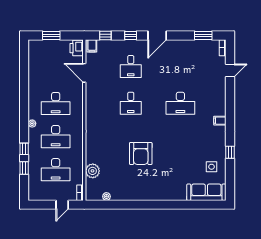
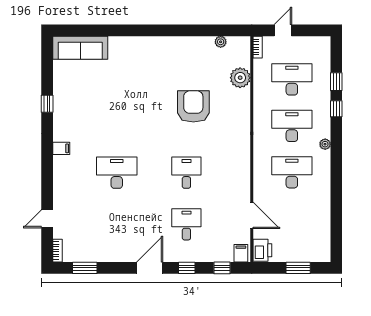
armchair: (141, 153) -> (193, 106), moved
side table: (211, 167) -> (73, 84), removed

